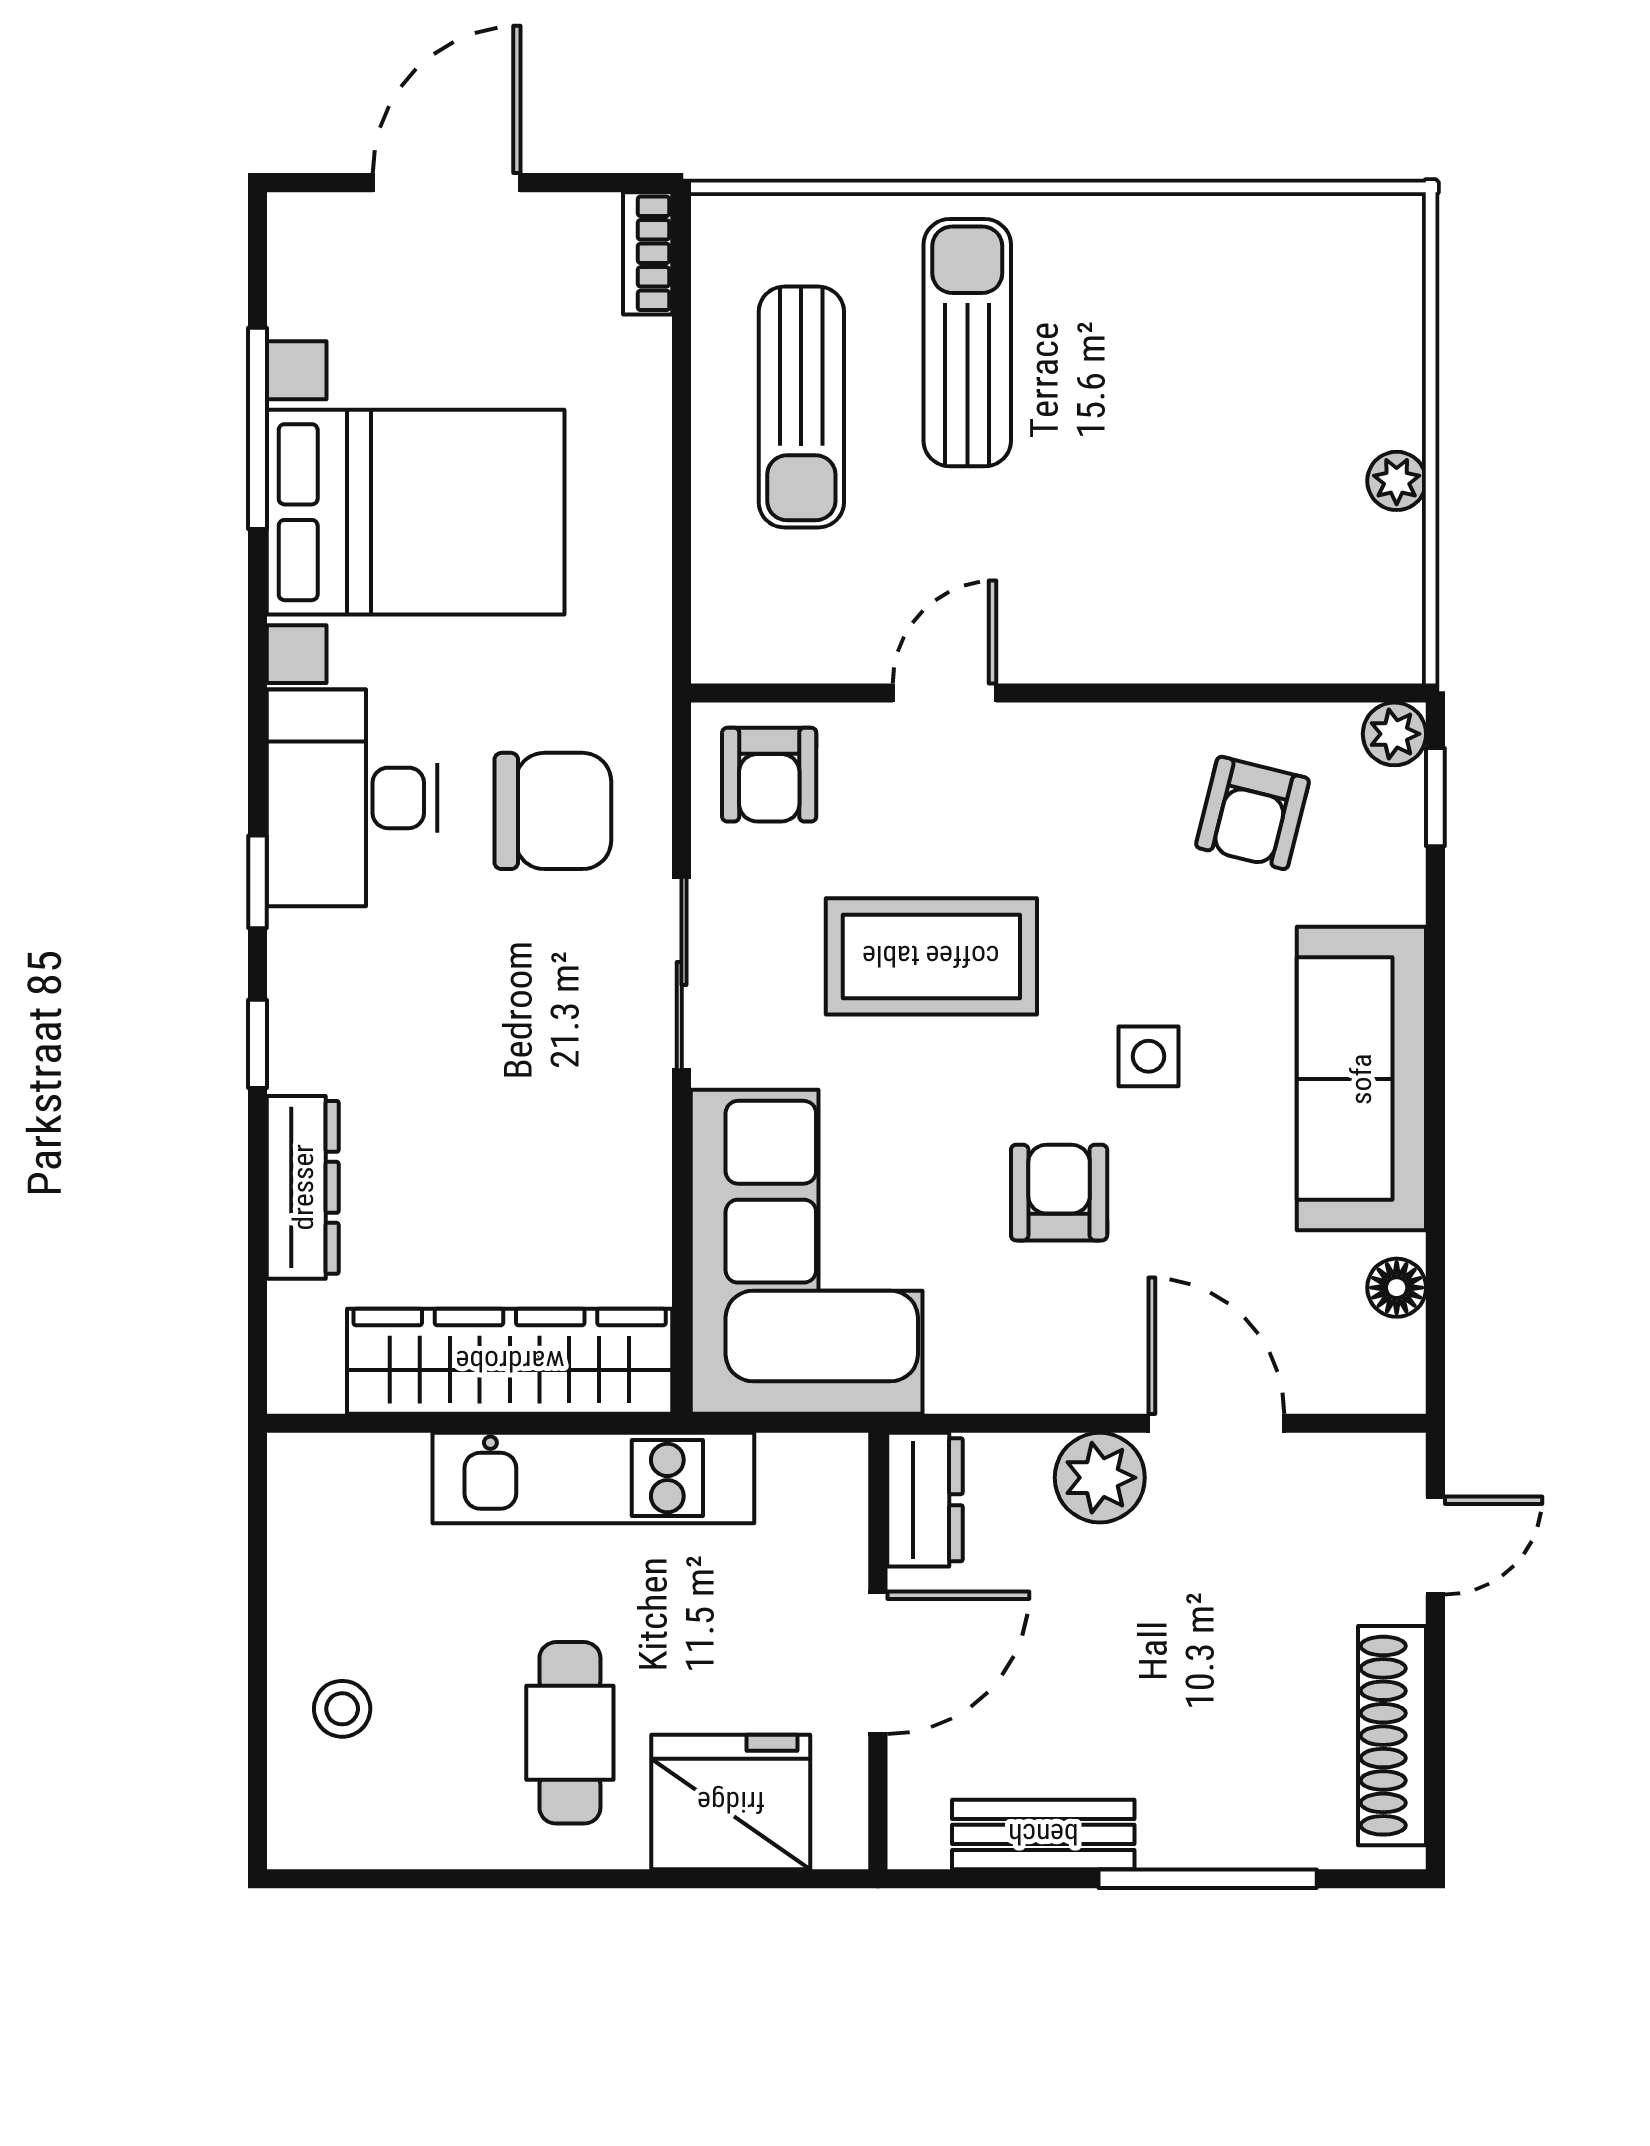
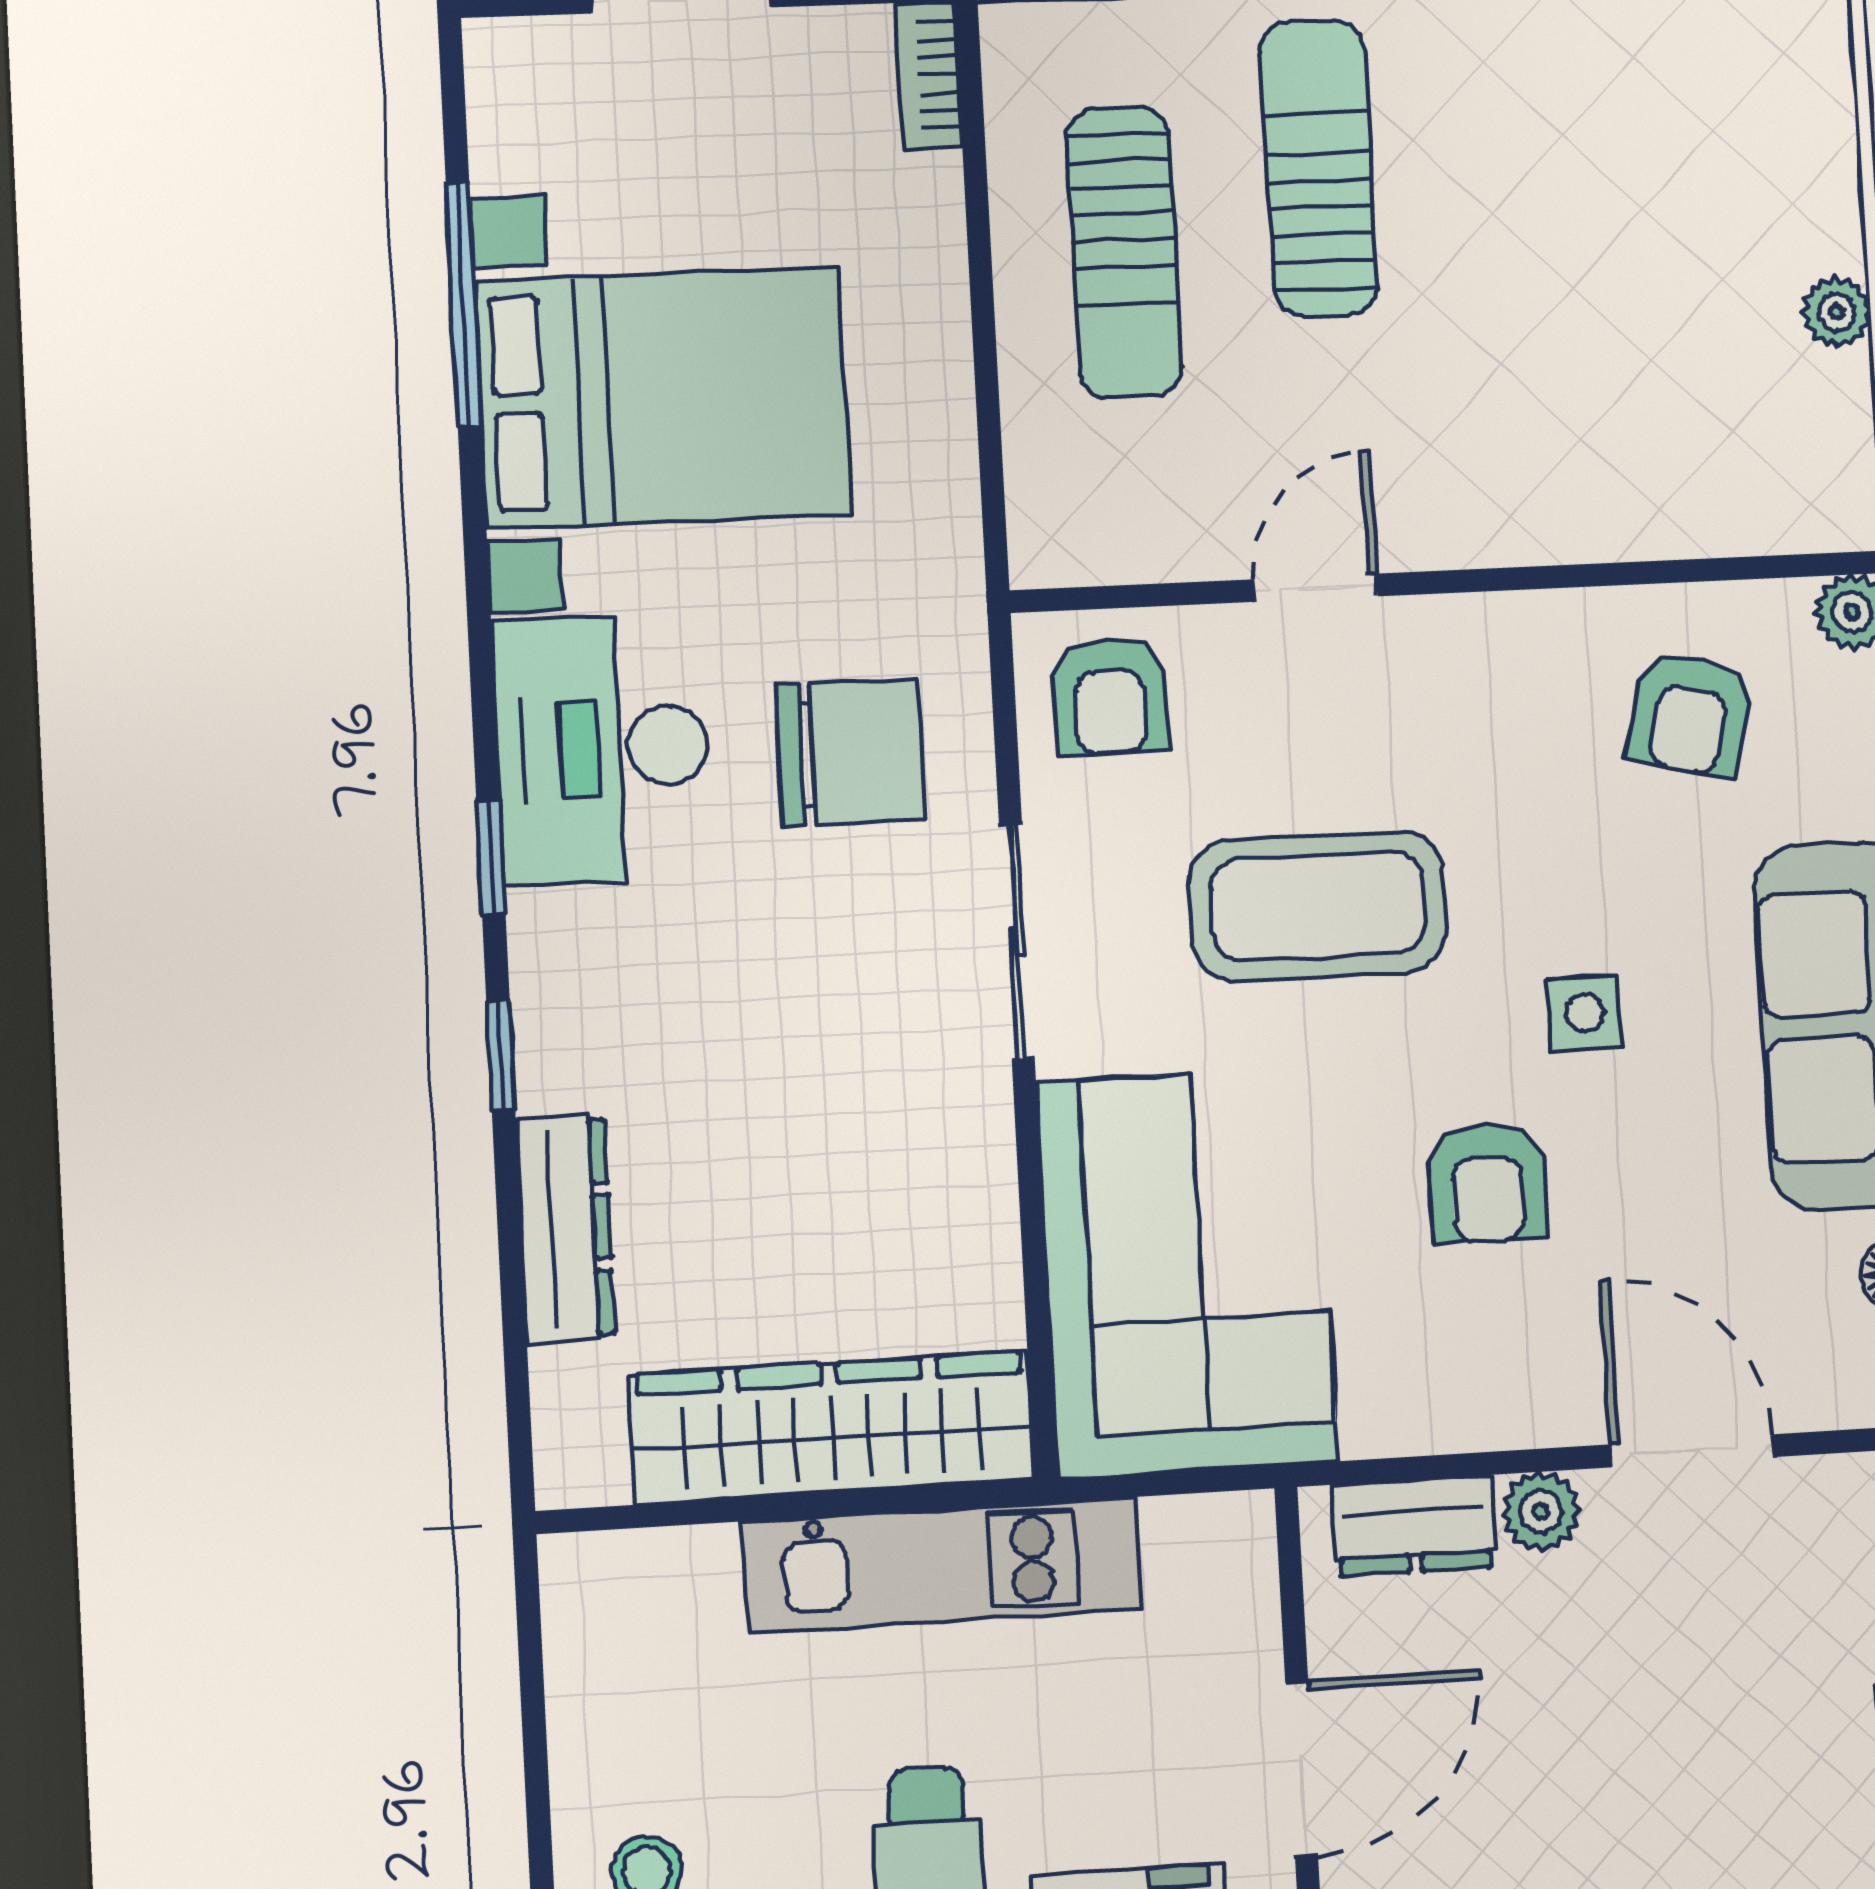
armchair: (1059, 1193) -> (1487, 1183), turned 180
plant: (1100, 1478) -> (1541, 1512), width x0.73, depth x0.73
dresser: (925, 1500) -> (1414, 1526), moved, turned 90

